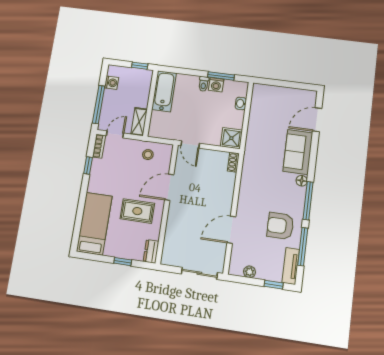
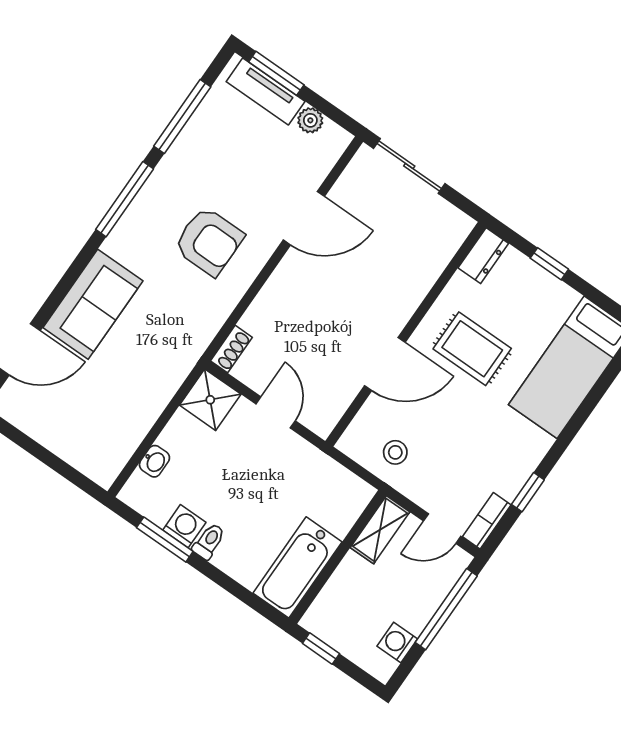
door: (190, 145) -> (276, 412), moved
floor lamp: (302, 181) -> (116, 244), removed
armchair: (280, 226) -> (209, 241), moved
tv unit: (291, 266) -> (266, 91), moved, turned 90
window: (274, 285) -> (276, 73), width x1.50

